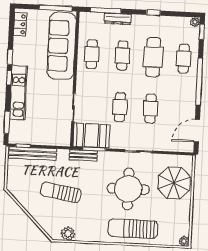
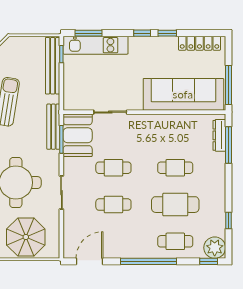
window: (153, 13) -> (228, 220), moved
dresser: (118, 19) -> (219, 135), moved
plant: (195, 22) -> (215, 248), width x1.88, depth x1.88
locker: (20, 24) -> (199, 43), width x1.53
cafe table: (92, 54) -> (175, 131), removed
kitchen unit: (18, 92) -> (96, 45), moved
door: (197, 131) -> (90, 261), hinge flipped
bench: (83, 155) -> (53, 127), width x1.36

